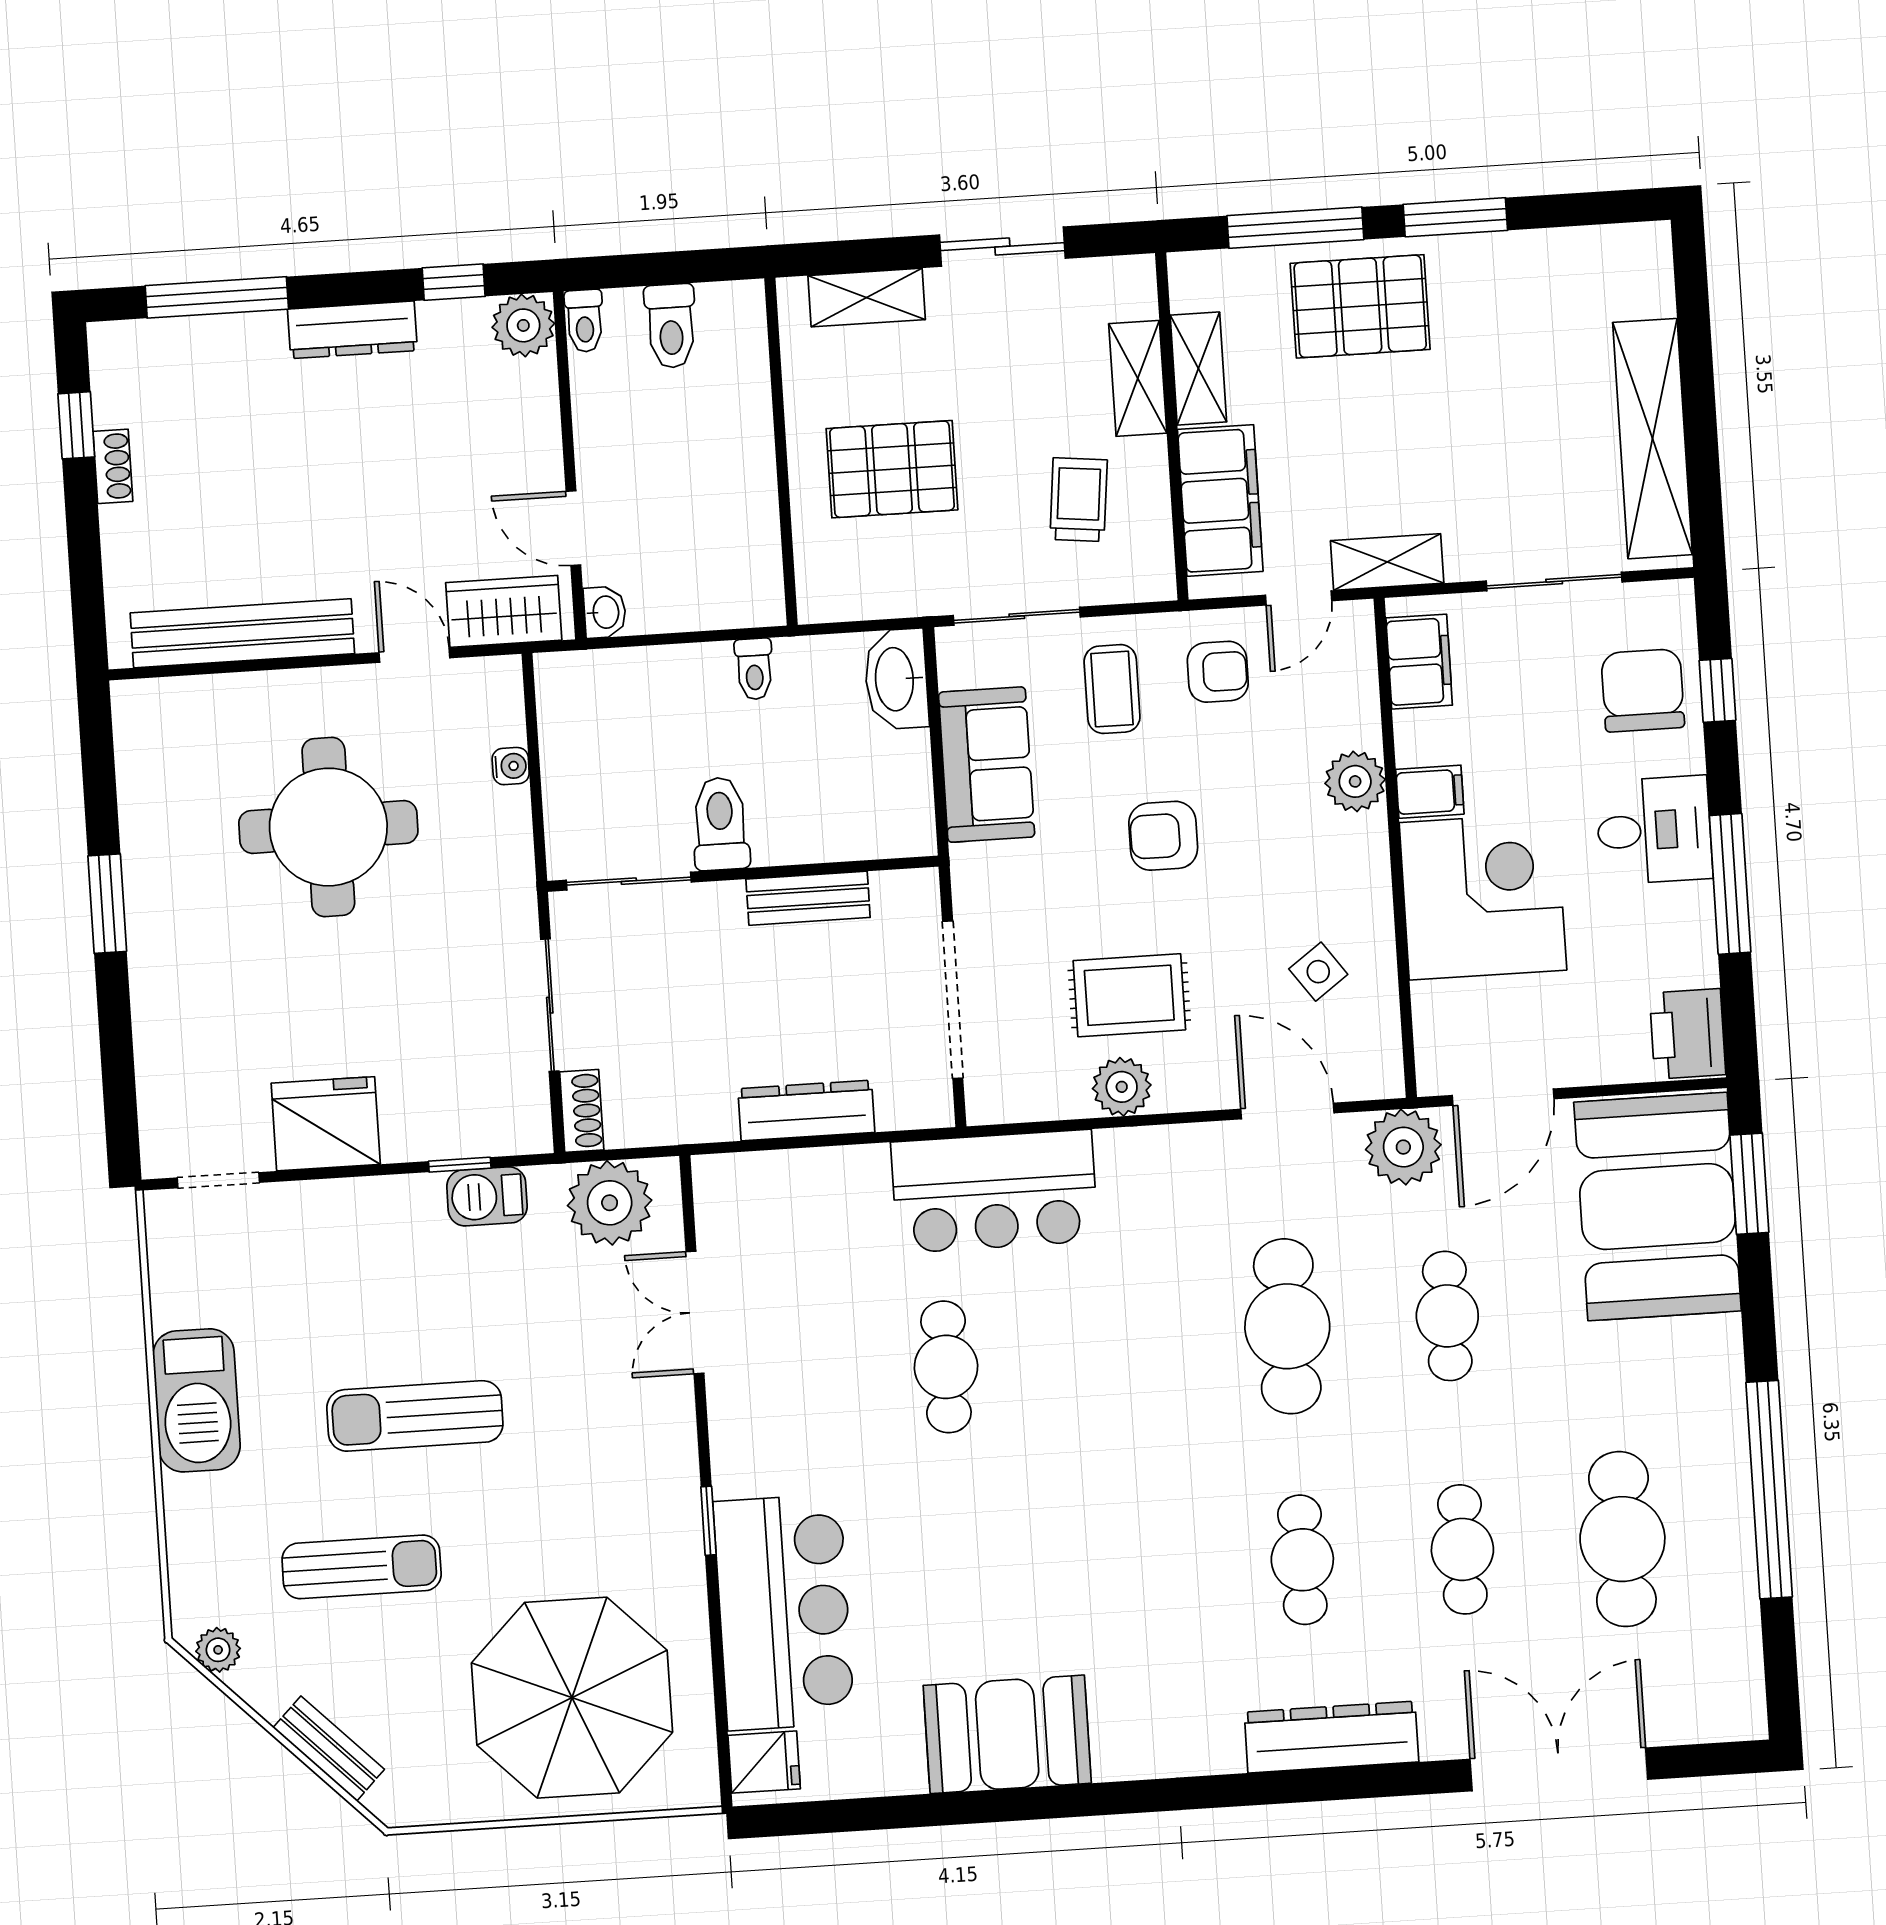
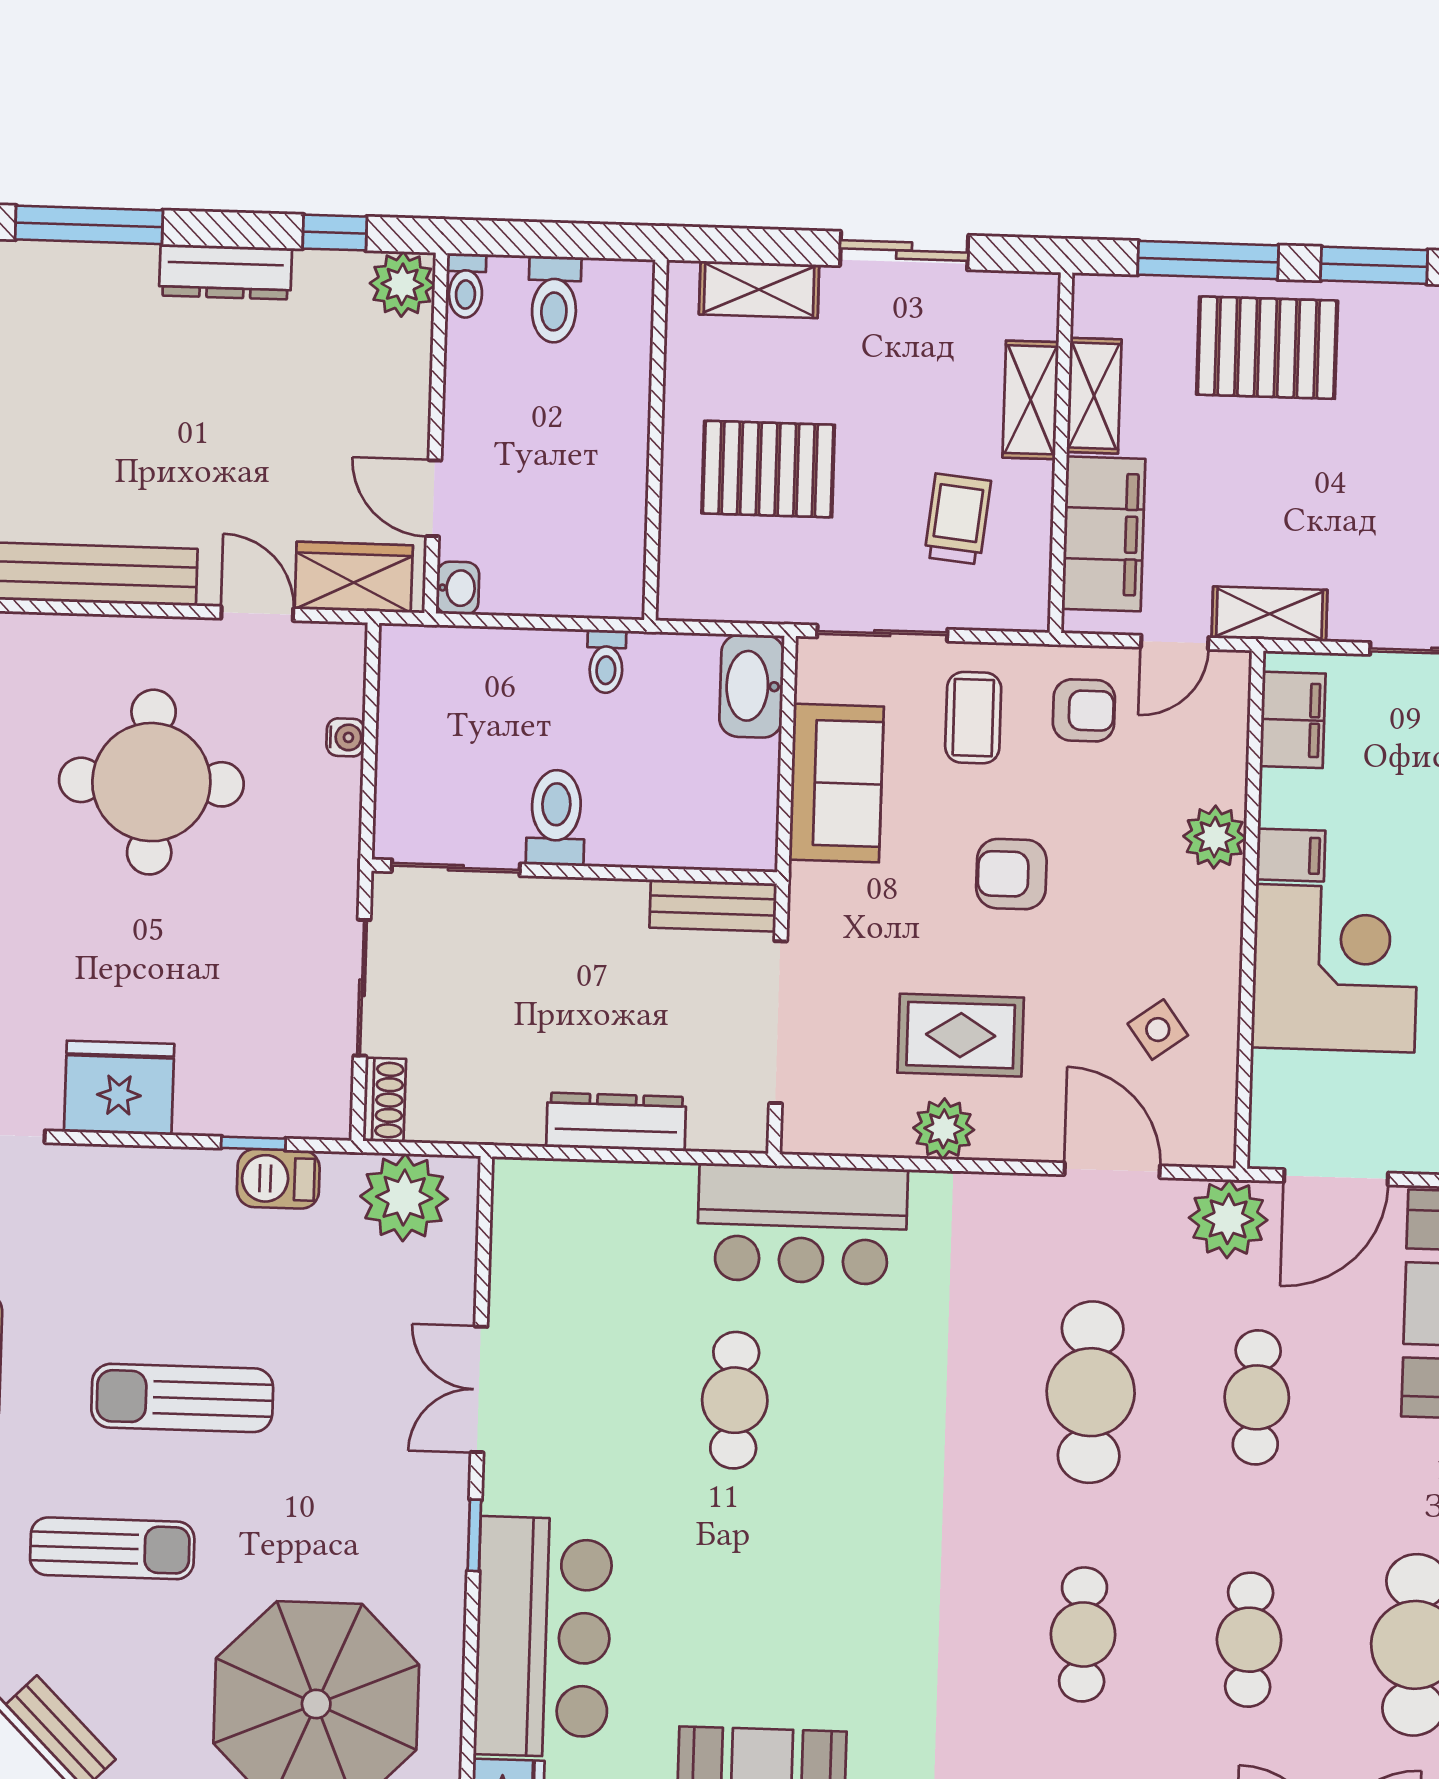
bench: (808, 898) -> (713, 906), moved
double door: (695, 1312) -> (479, 1389), moved

